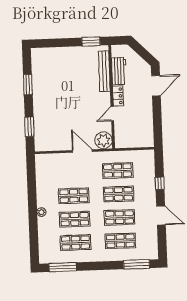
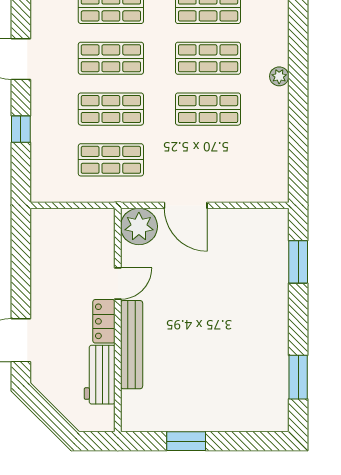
window: (91, 42) -> (186, 441), moved
bench: (104, 71) -> (132, 345), moved
window: (28, 85) -> (298, 377), moved

